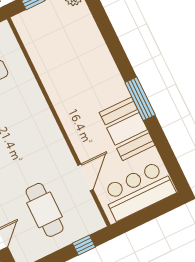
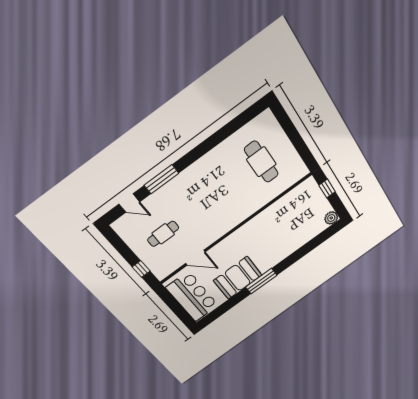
cafe table: (45, 210) -> (163, 234), width x0.73, depth x0.74

